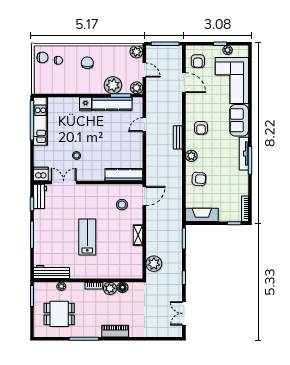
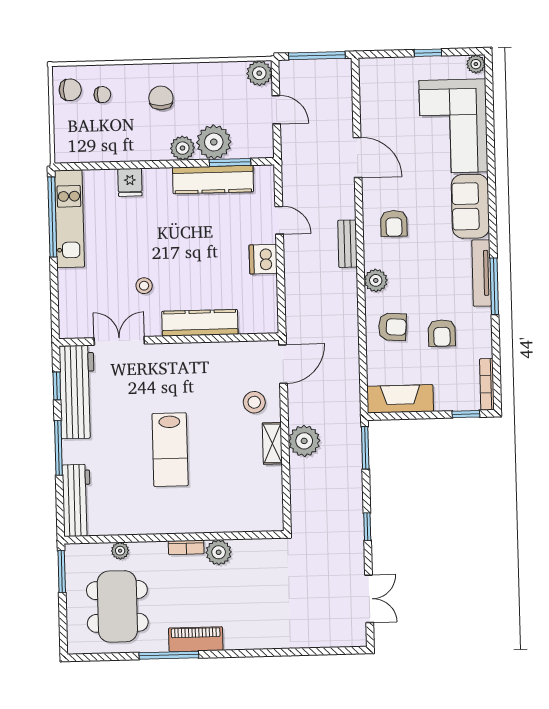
plant: (228, 50) -> (476, 64), moved
armchair: (198, 61) -> (442, 333), moved
door: (184, 83) -> (358, 158), moved
plant: (137, 88) -> (183, 148), moved
fridge: (85, 104) -> (130, 182), moved
door: (144, 125) -> (279, 220), swing flipped
dishwasher: (41, 174) -> (263, 259), moved, turned -90
kitchen counter: (124, 175) -> (200, 323), moved
workbench: (40, 196) -> (77, 392), width x1.88, depth x1.32
stool: (122, 205) -> (254, 402), moved
lab bench: (87, 237) -> (170, 450), turned 180
plant: (154, 264) -> (304, 441), moved
workbench: (52, 272) -> (77, 500), moved, turned 90
floor lamp: (122, 287) -> (244, 549), removed
double door: (184, 313) -> (369, 599), swing flipped
dining table: (59, 314) -> (117, 606), width x1.37
piano: (115, 331) -> (196, 639), moved

